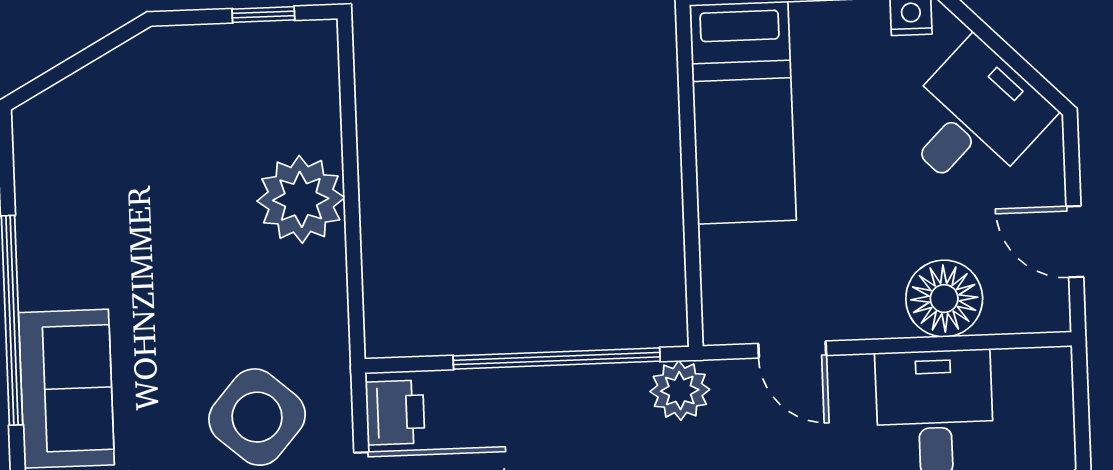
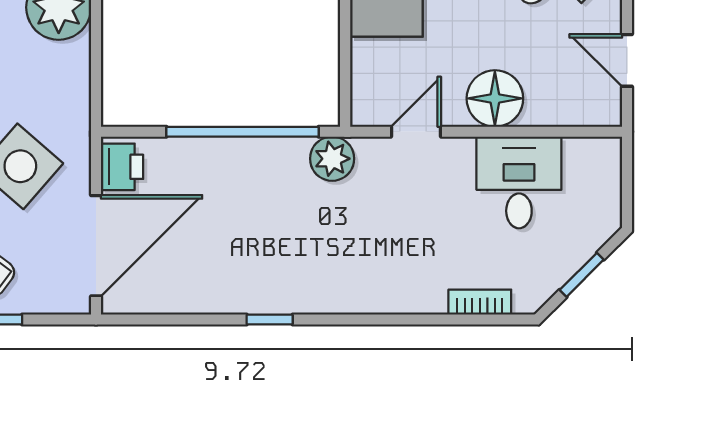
floor lamp: (944, 299) -> (495, 98), moved
door: (792, 349) -> (416, 132), swing flipped

